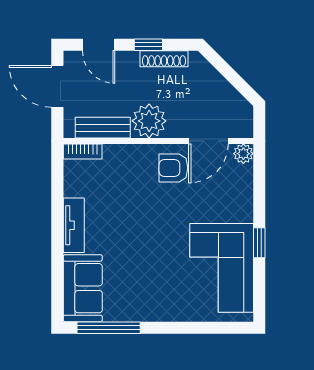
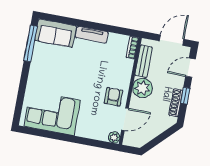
door: (208, 141) -> (125, 119), swing flipped
window: (259, 243) -> (62, 137), removed

